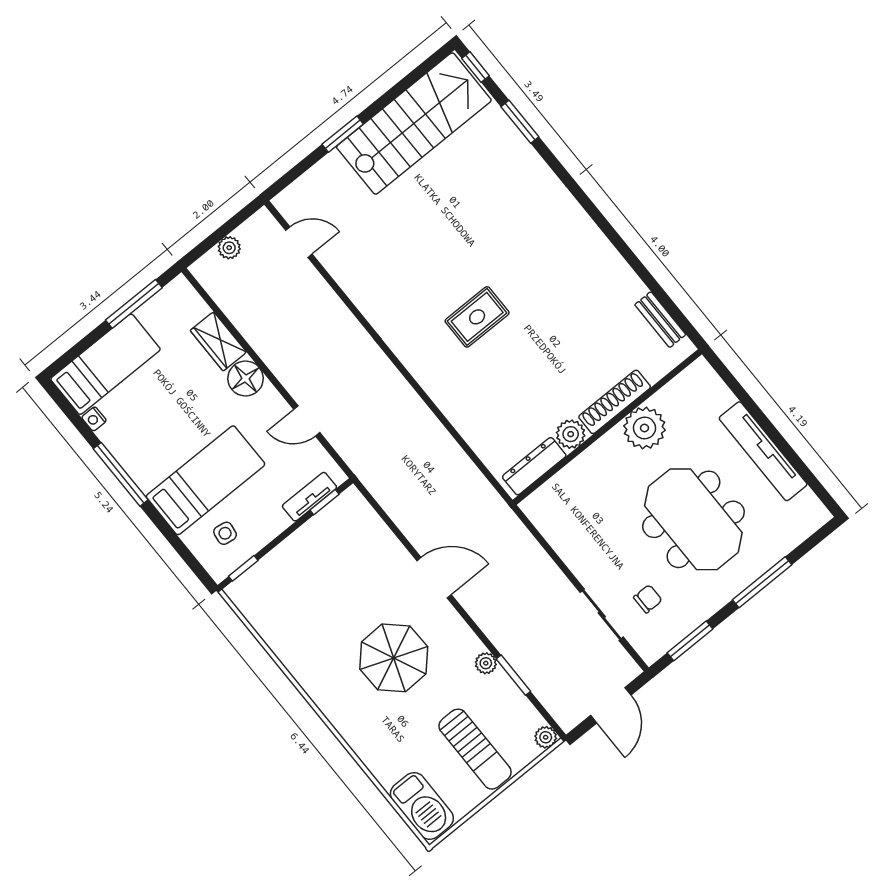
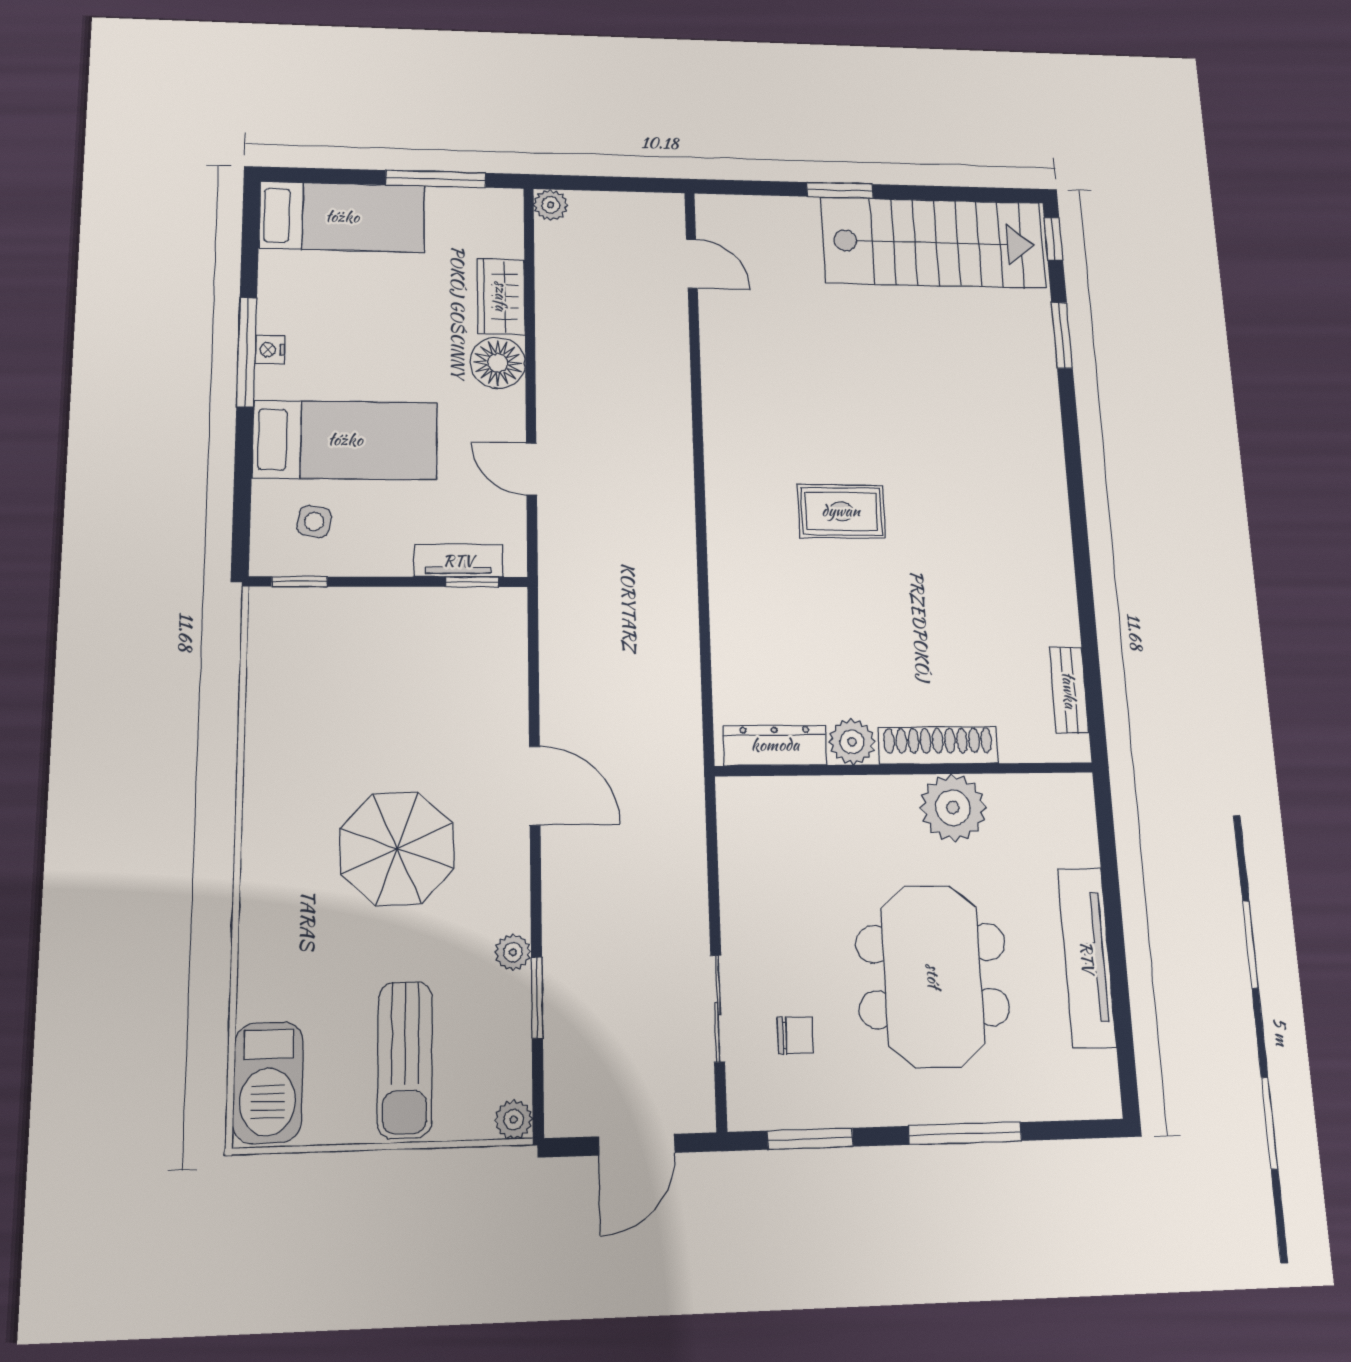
plant: (229, 248) -> (551, 205), moved
nightstand: (94, 419) -> (270, 350), moved

